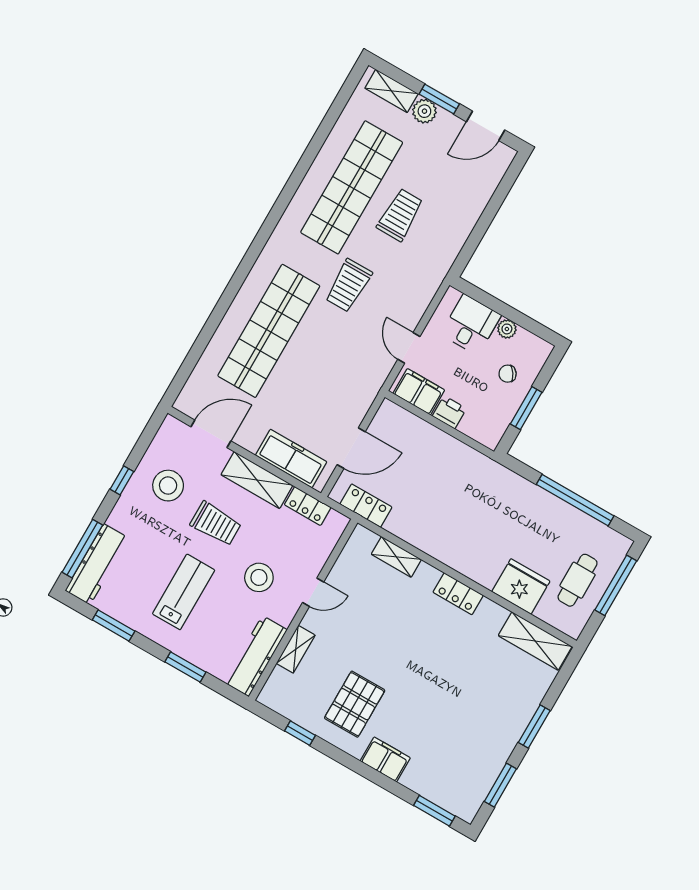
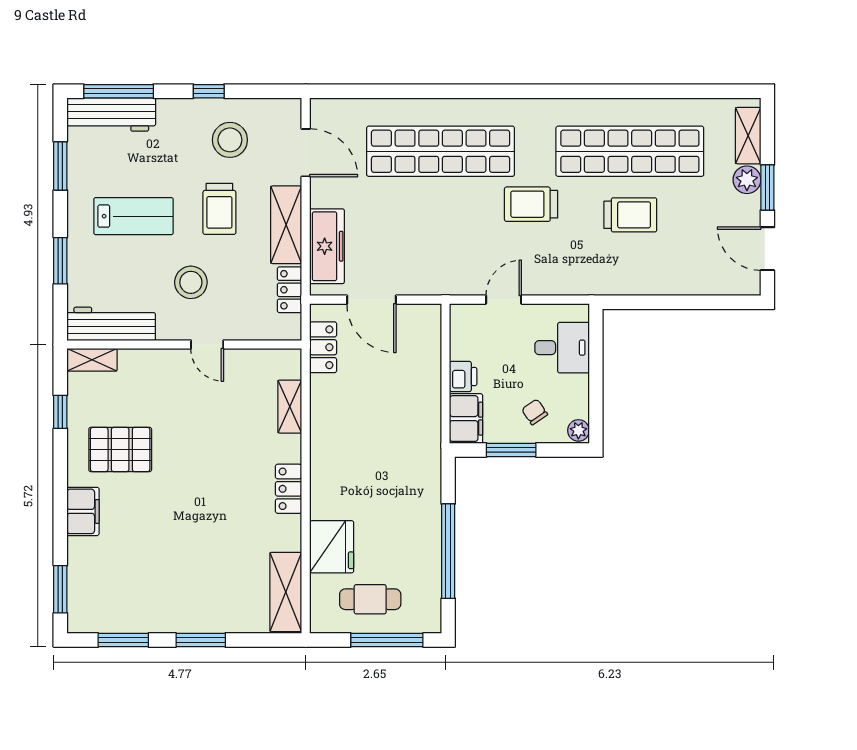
plant: (507, 329) -> (578, 430), moved
filing cabinet: (419, 392) -> (466, 419), moved
shelving: (296, 649) -> (92, 360), moved

